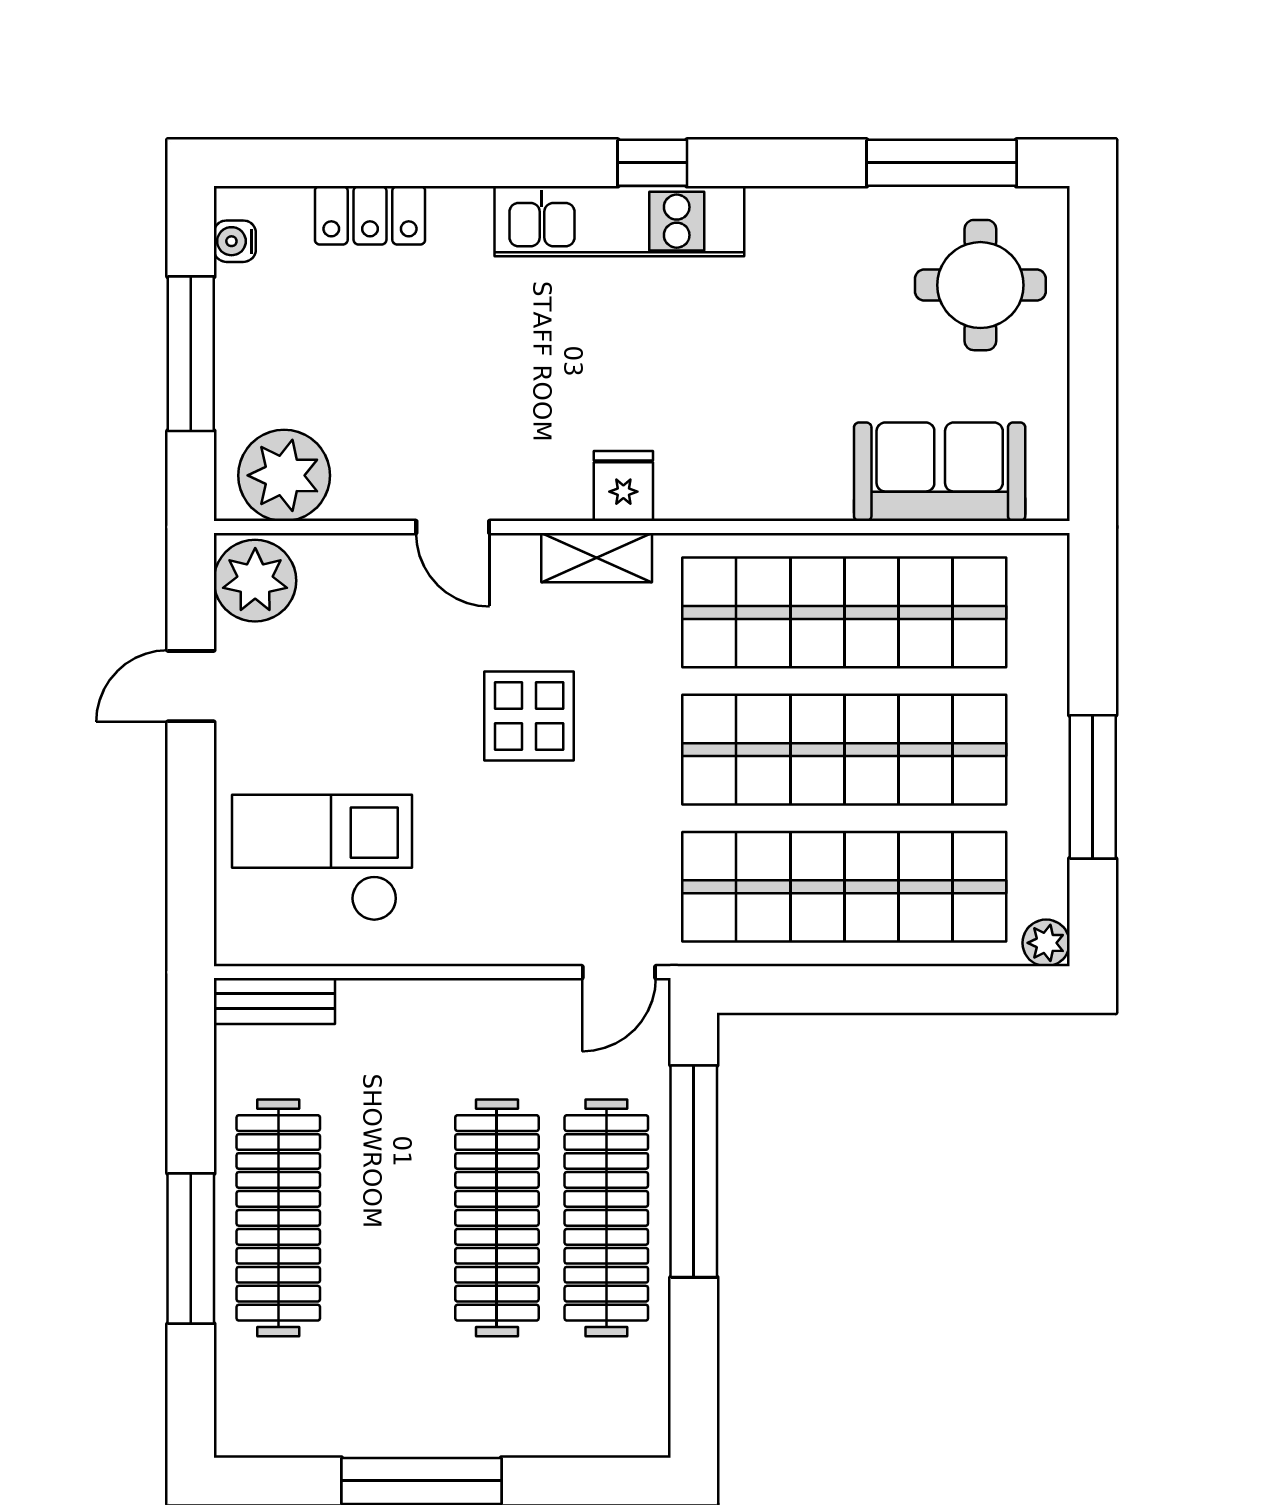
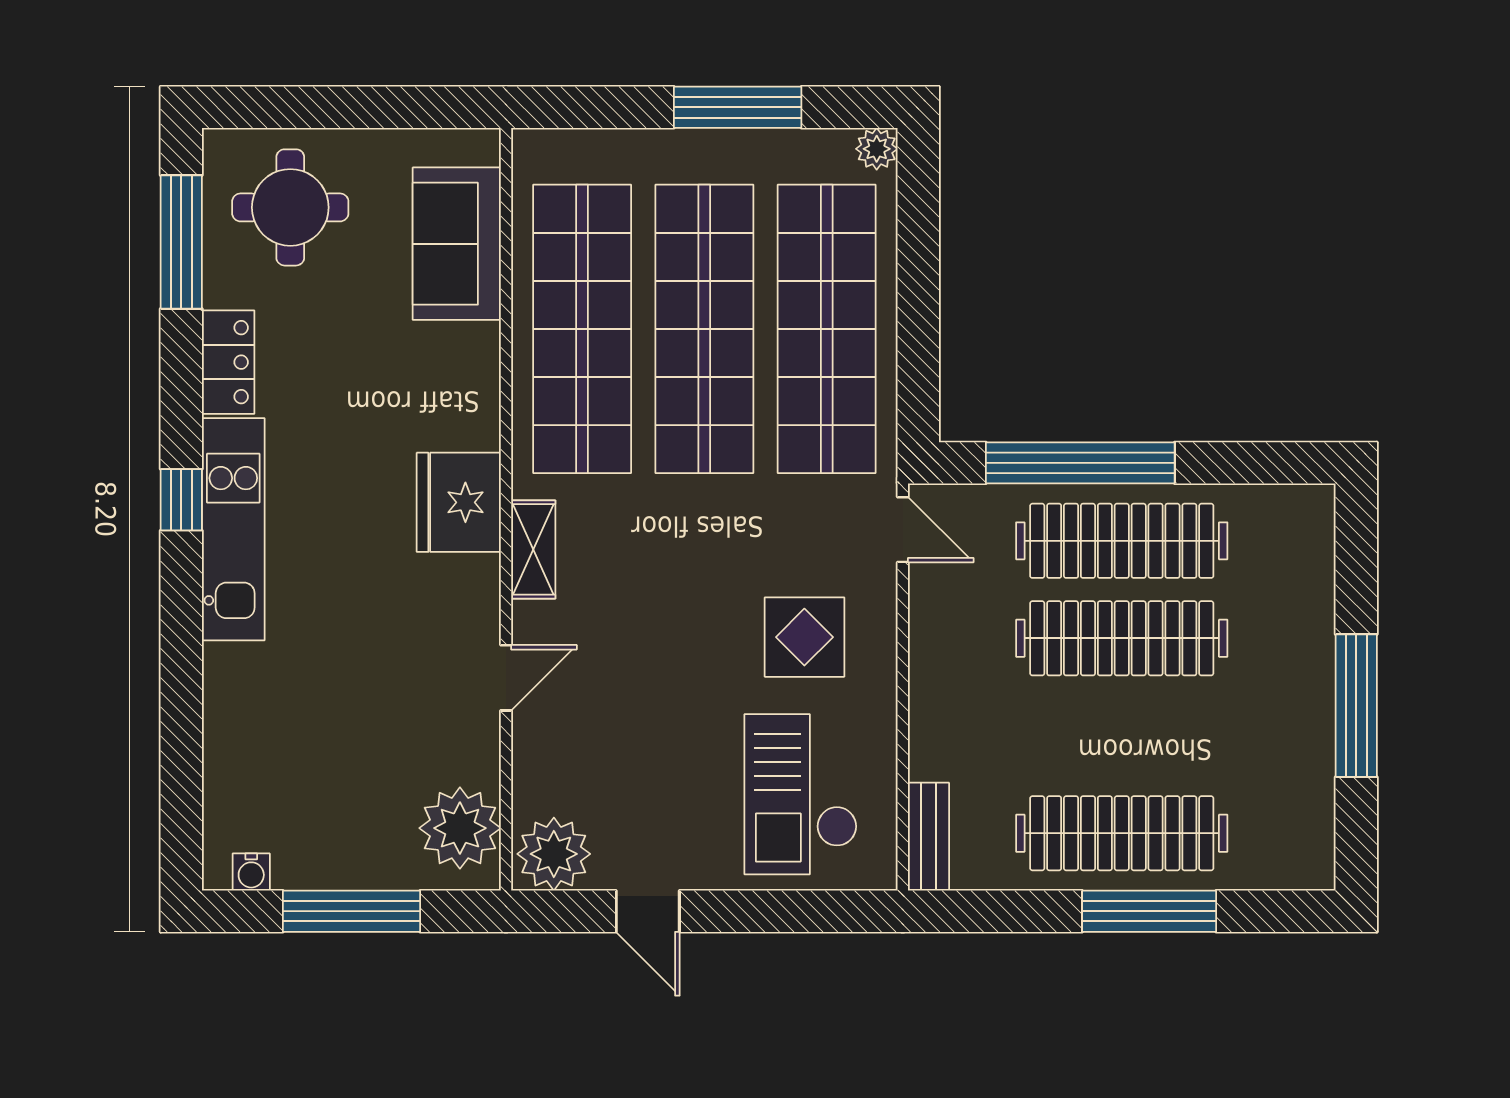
locker: (370, 215) -> (228, 362), moved
fridge: (623, 486) -> (459, 502), width x1.88, depth x1.34
display table: (529, 716) -> (804, 637), moved

